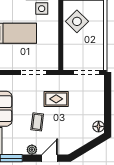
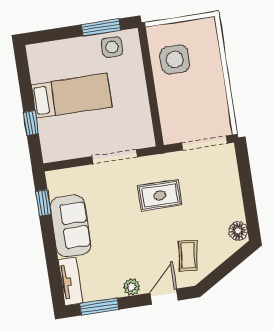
side table: (77, 21) -> (175, 59), turned 45
coffee table: (37, 122) -> (188, 255), moved

